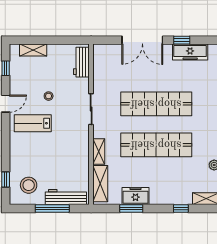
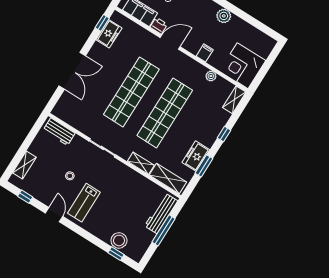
window: (182, 40) -> (102, 23), moved
freezer: (190, 52) -> (109, 34), width x0.71
stool: (29, 185) -> (119, 240), moved
window: (181, 208) -> (224, 134), moved

